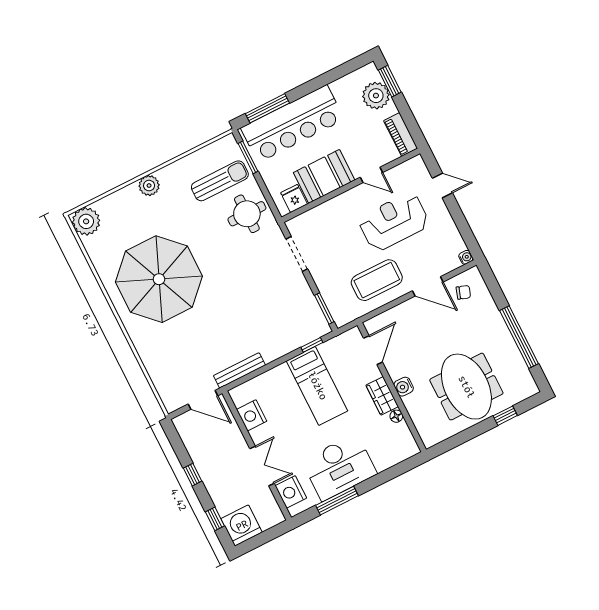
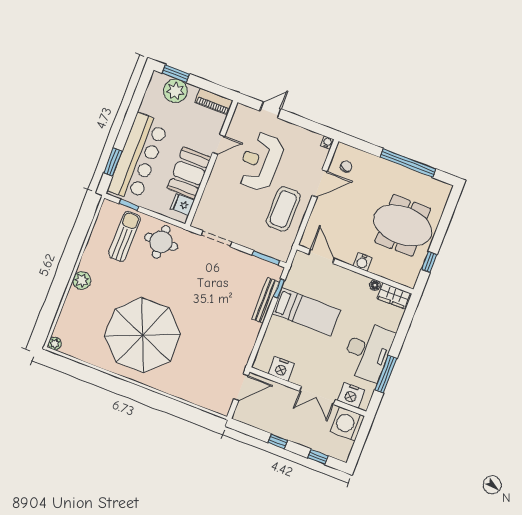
window: (267, 108) -> (113, 162), width x0.69
window: (248, 157) -> (129, 205), width x0.67
plant: (86, 221) -> (55, 343), width x0.53, depth x0.53
bench: (239, 370) -> (265, 300), moved
wardrobe: (382, 396) -> (394, 296), moved
window: (505, 416) -> (429, 262), moved
double door: (262, 466) -> (317, 395), swing flipped
washing machine: (242, 526) -> (347, 424), moved

